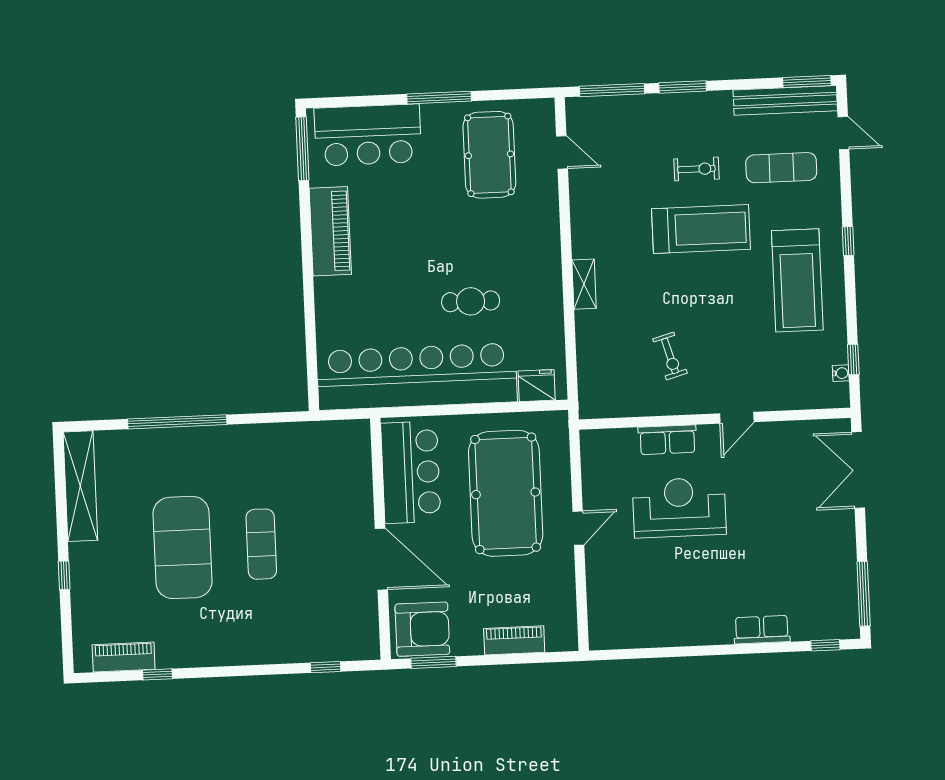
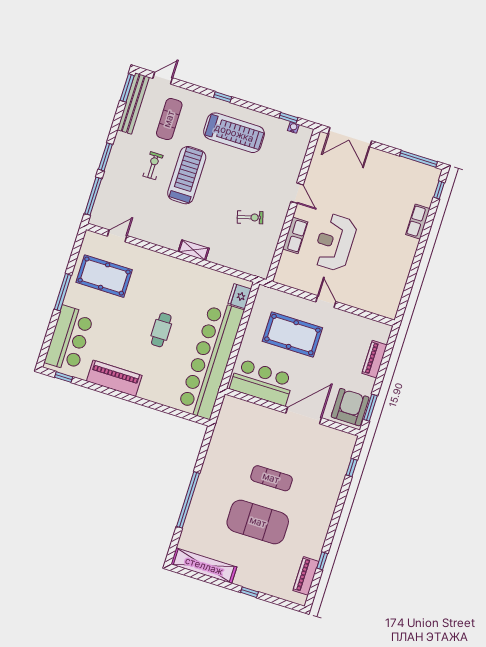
window: (302, 149) -> (64, 377), width x0.46
cafe table: (471, 301) -> (161, 330), moved
pool table: (506, 493) -> (292, 335), width x0.73, depth x0.76

